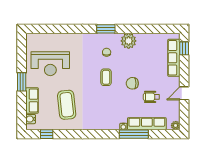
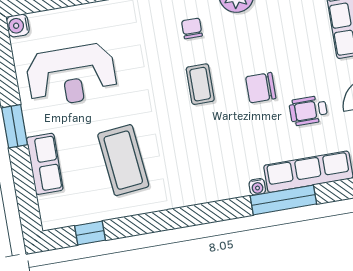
water cooler: (31, 119) -> (18, 25), moved

